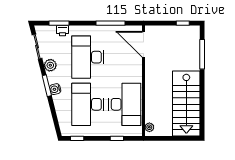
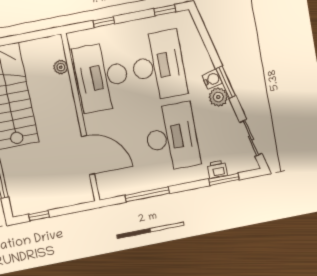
door: (143, 44) -> (88, 155), moved
plant: (50, 65) -> (218, 97), moved
plant: (149, 127) -> (61, 67), moved

